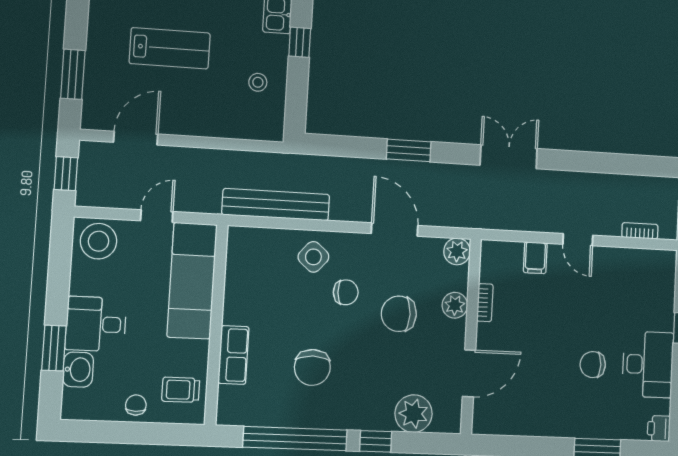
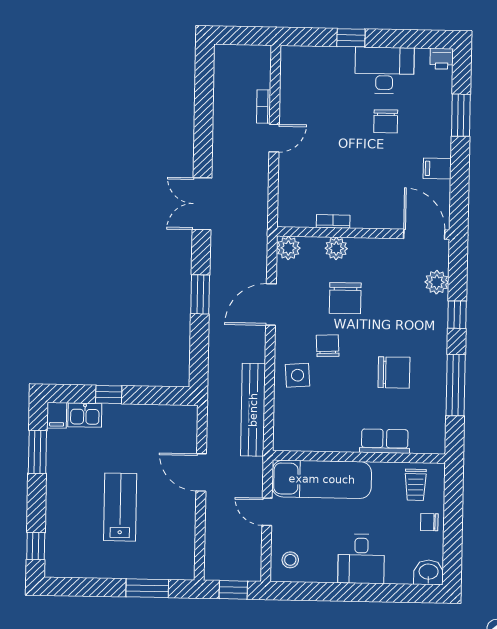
stool: (258, 82) -> (146, 430), removed
door: (136, 138) -> (201, 472), moved
bookcase: (640, 231) -> (264, 106), moved
stool: (99, 241) -> (290, 560), width x0.53, depth x0.53
side table: (313, 257) -> (298, 375), turned 45
filing cabinet: (535, 258) -> (437, 168), moved, turned 180
window: (54, 348) -> (382, 593), removed
washbasin: (78, 370) -> (429, 572), moved
door: (469, 373) -> (424, 234), moved
plant: (414, 414) -> (437, 282), width x0.73, depth x0.73
window: (295, 439) -> (456, 385), width x0.68

